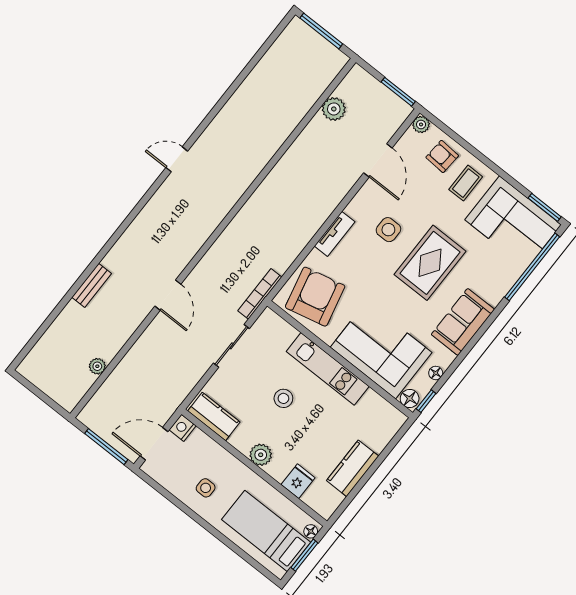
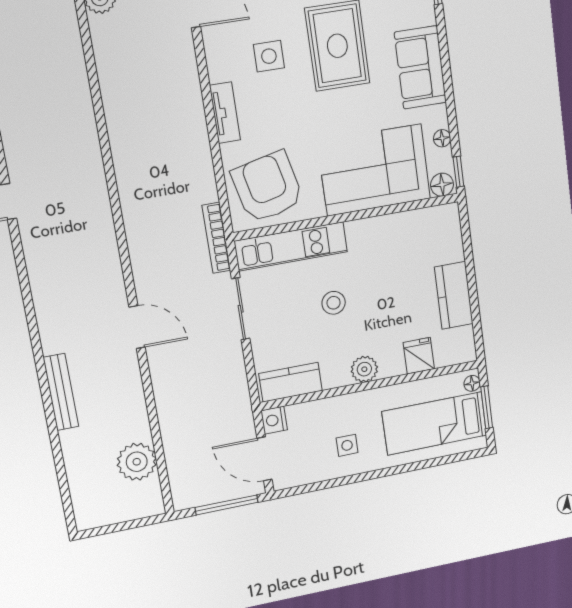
bench: (92, 285) -> (61, 392), width x1.36
plant: (97, 366) -> (137, 462), width x1.88, depth x1.88
kitchen unit: (328, 369) -> (291, 246), moved
door: (154, 444) -> (265, 459), hinge flipped

